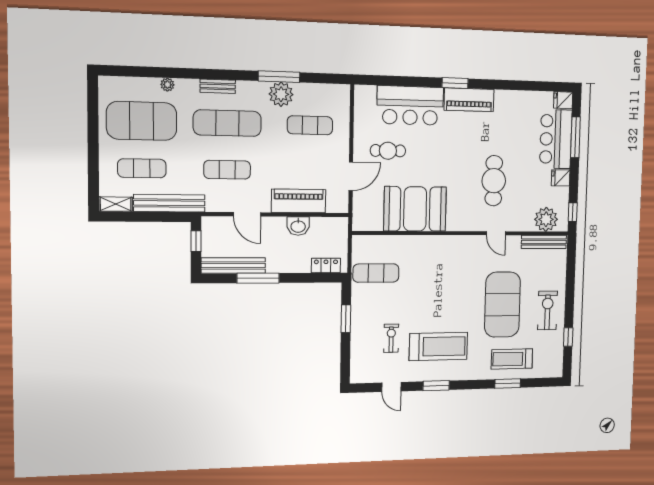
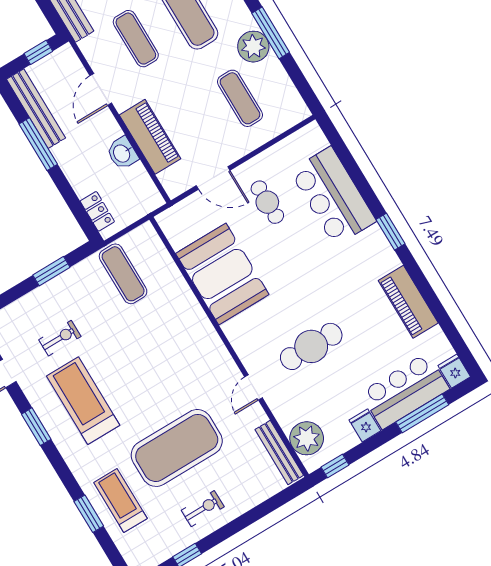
piano: (469, 100) -> (408, 302), moved
exercise bike: (547, 310) -> (203, 509), width x0.73, depth x0.72
treadmill: (438, 346) -> (83, 401), turned 180

